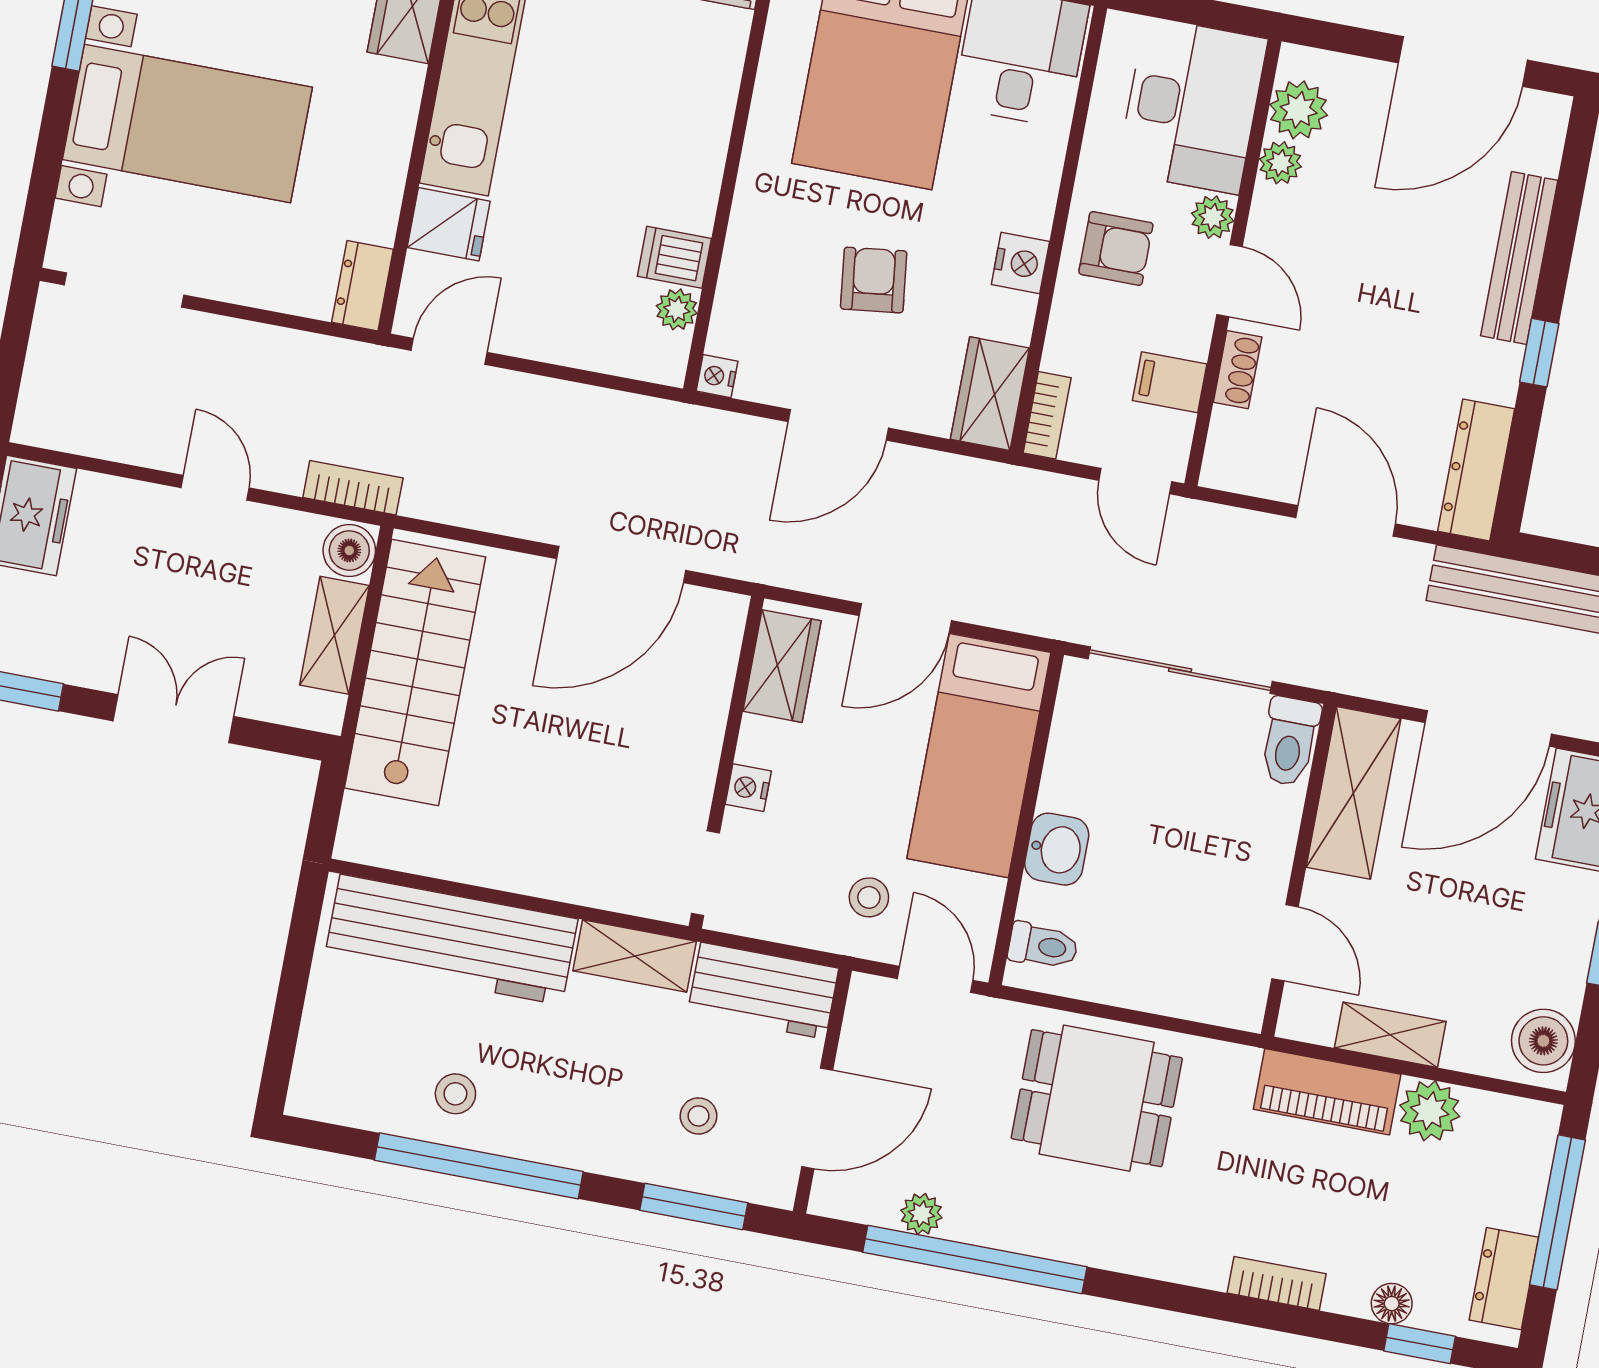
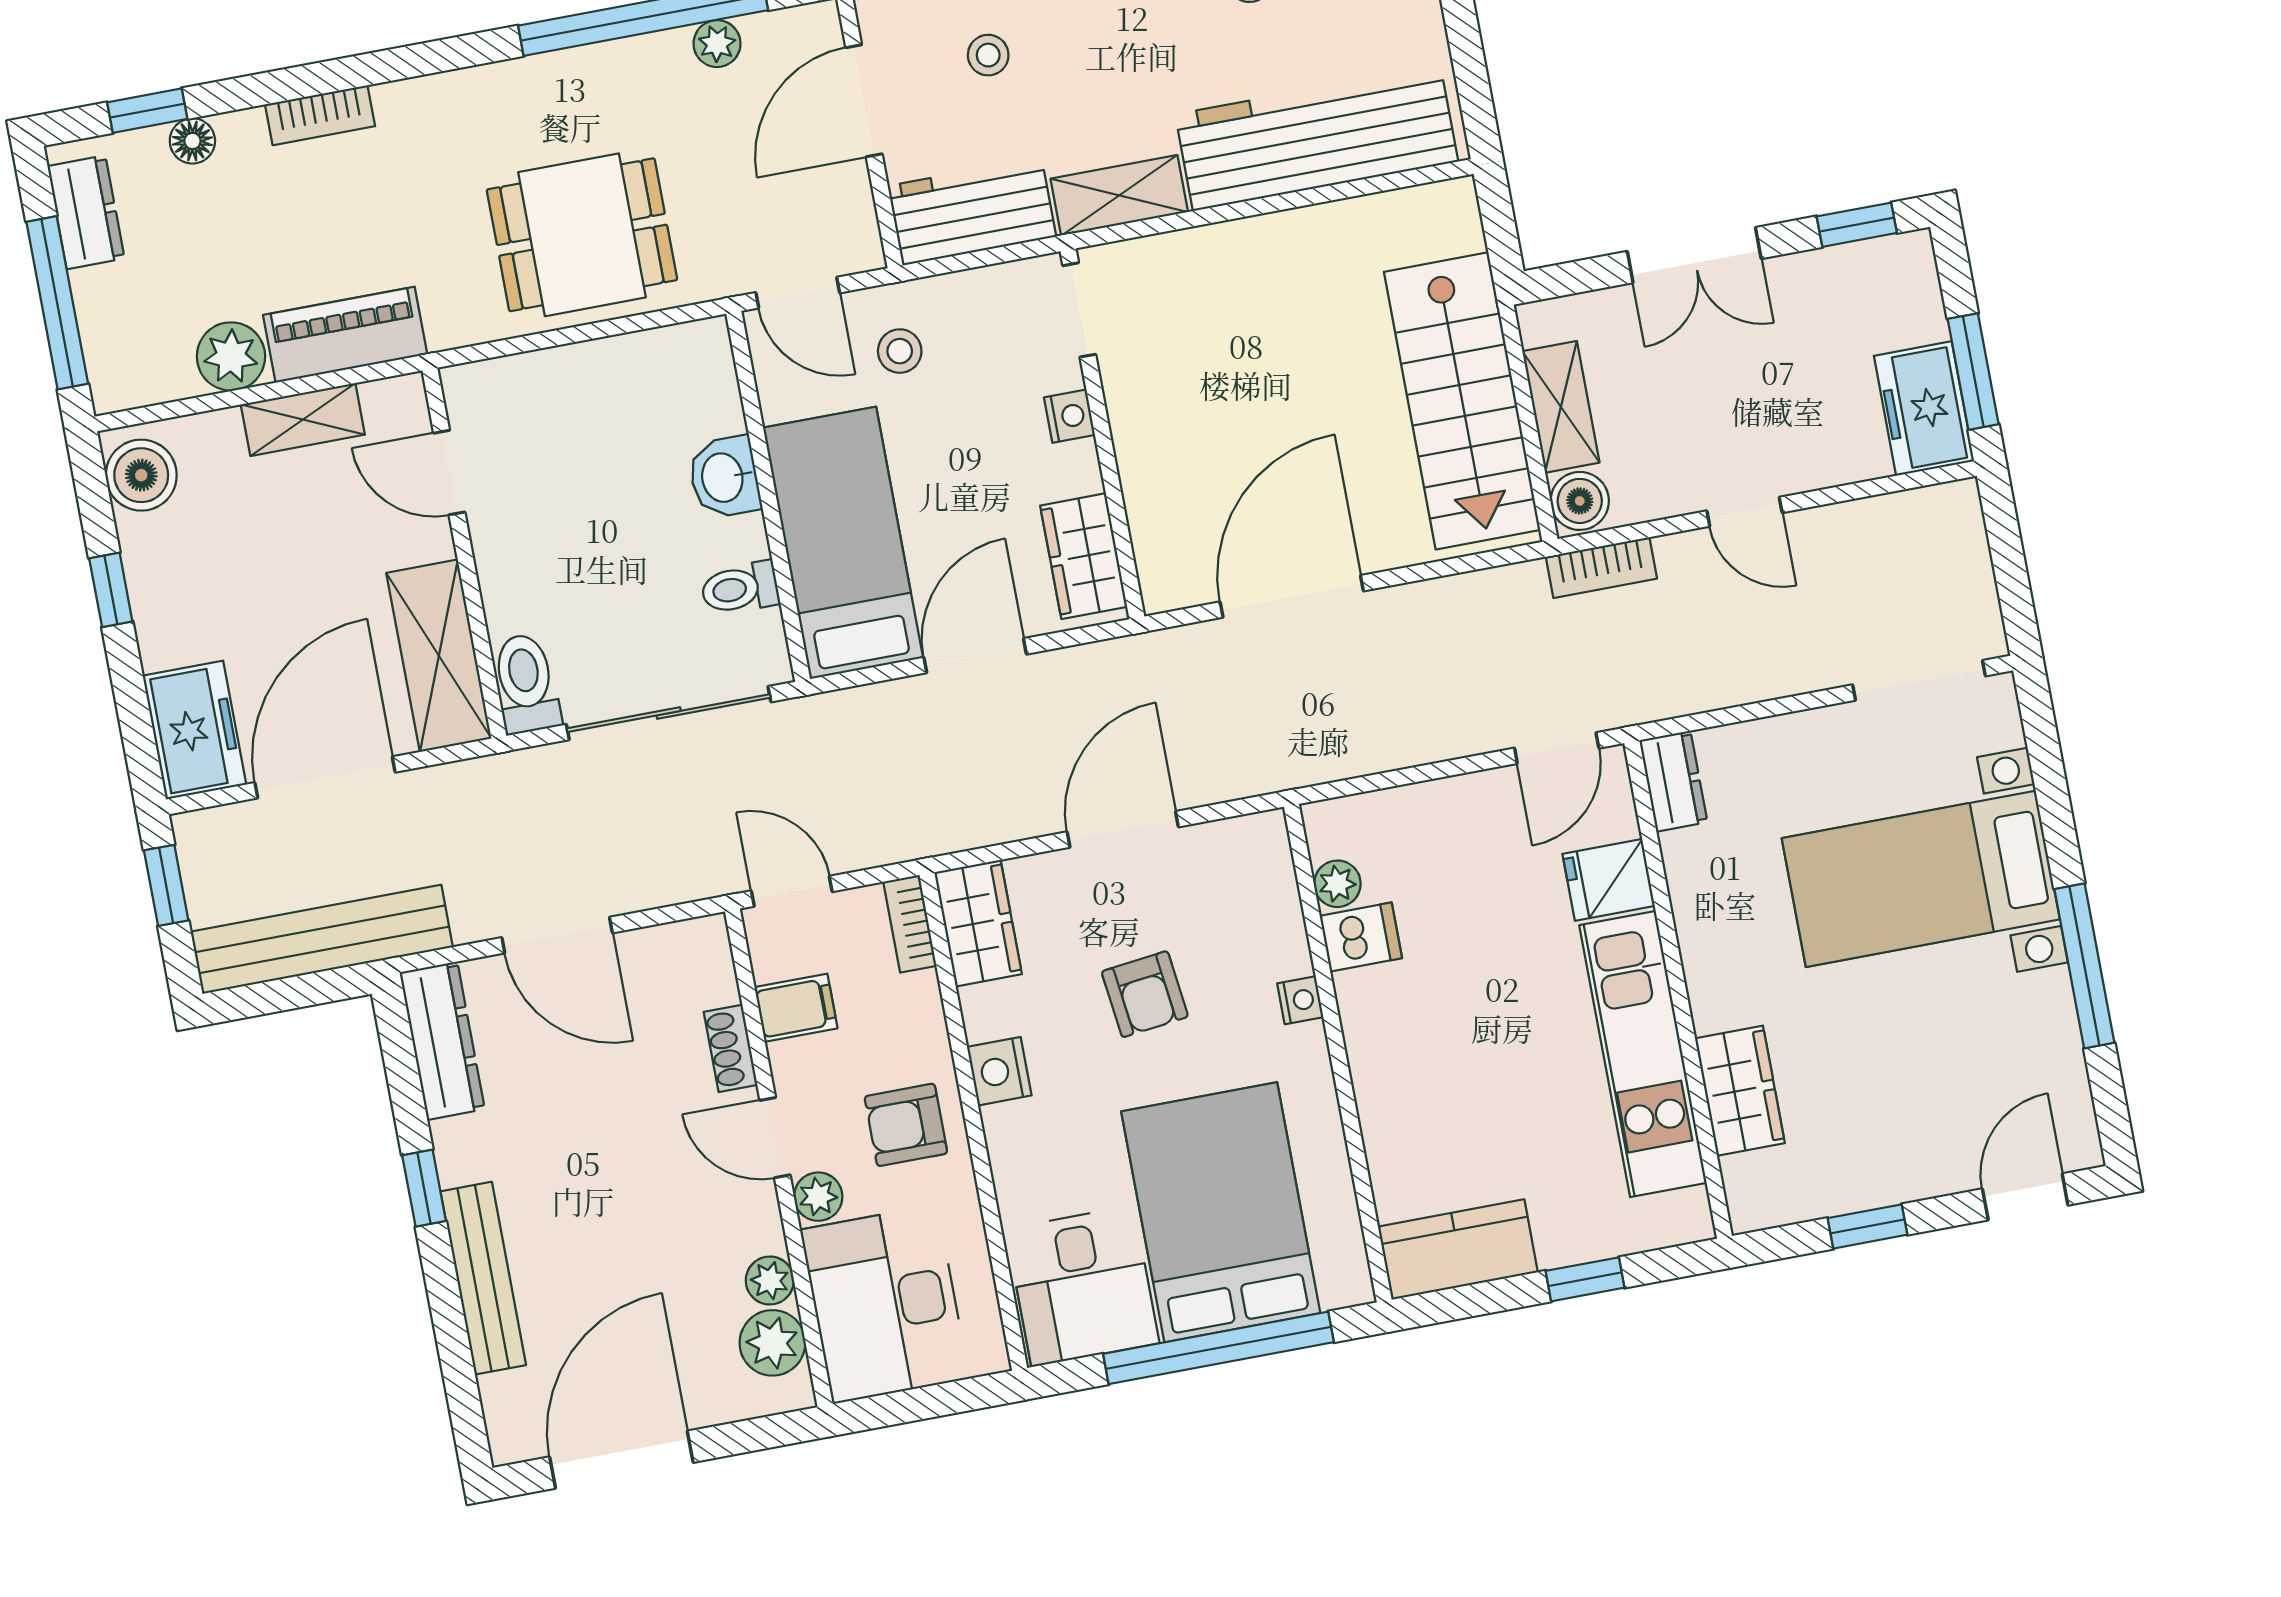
nightstand: (717, 376) -> (1300, 1000), moved
toilet: (1043, 946) -> (740, 588), moved

